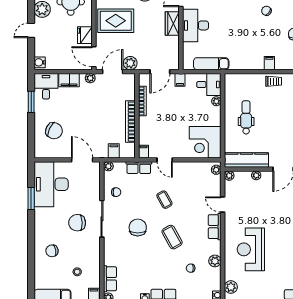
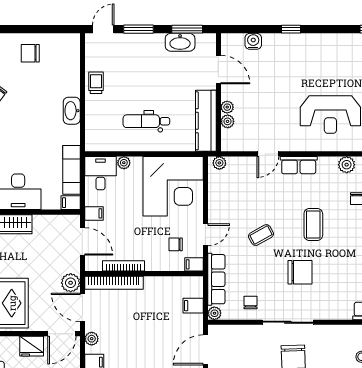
filing cabinet: (269, 63) -> (71, 203), moved
washbasin: (254, 64) -> (72, 111), added
bookcase: (130, 122) -> (114, 283), moved
chair: (158, 138) -> (176, 244), added
corner desk: (205, 142) -> (173, 186), width x1.36, depth x1.36
row of seats: (139, 168) -> (216, 279), width x1.48
plant: (229, 176) -> (228, 121), moved
chair: (138, 227) -> (300, 272), turned 180
coffee table: (172, 237) -> (313, 224), turned -61

